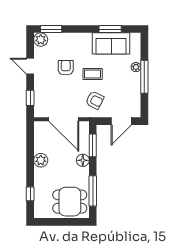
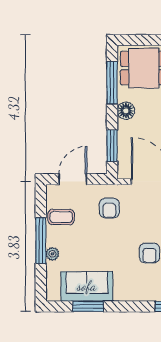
coffee table: (93, 74) -> (61, 217), moved
armchair: (95, 100) -> (109, 208), turned -117
floor lamp: (83, 160) -> (126, 111), moved

